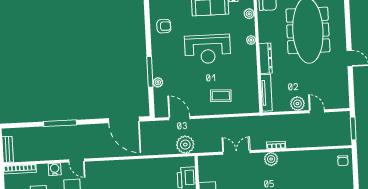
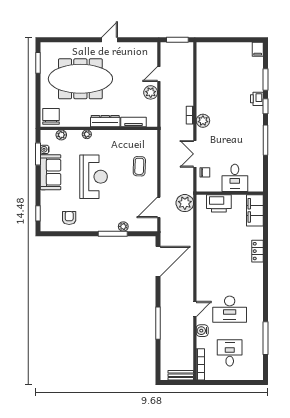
tv unit: (266, 93) -> (133, 122), width x0.71
chair: (343, 161) -> (205, 172), moved

